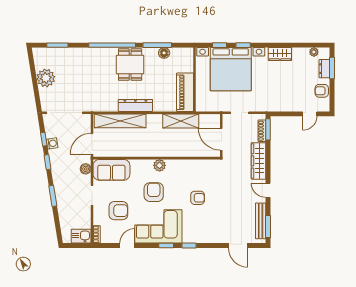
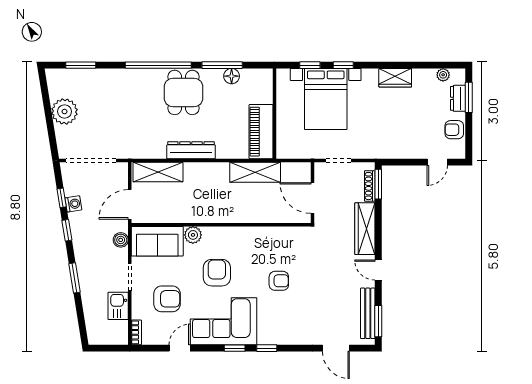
bed with nightstands: (231, 69) -> (326, 99), width x0.73
shelving: (120, 121) -> (158, 172), width x0.68
plant: (160, 165) -> (193, 235), moved
kitchen sink: (81, 236) -> (118, 306), moved, turned -90

